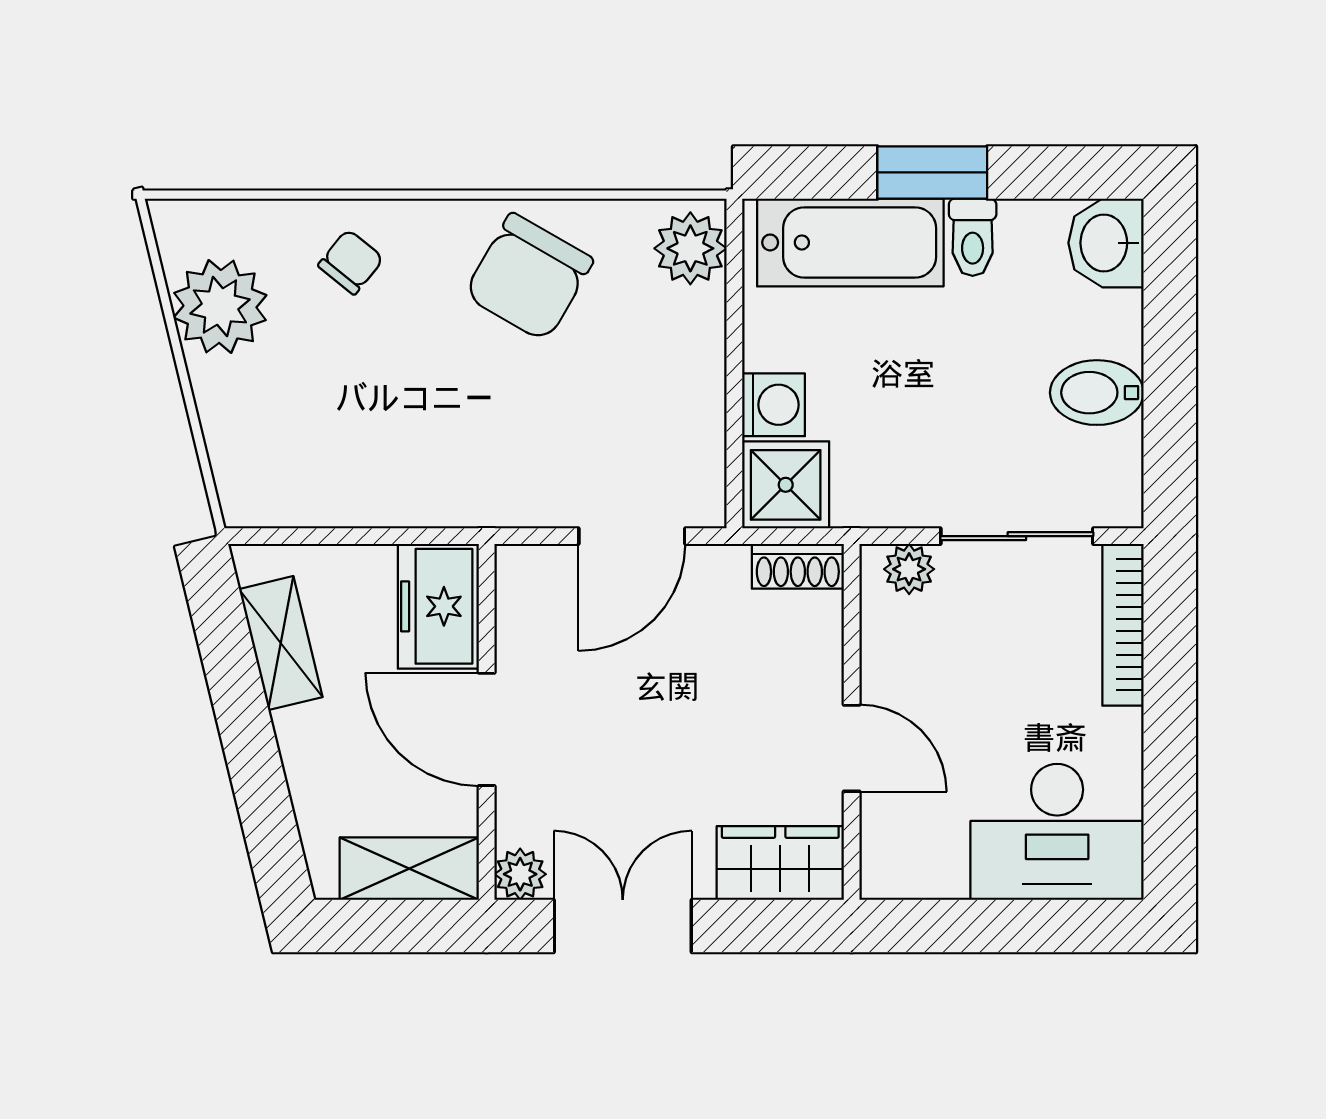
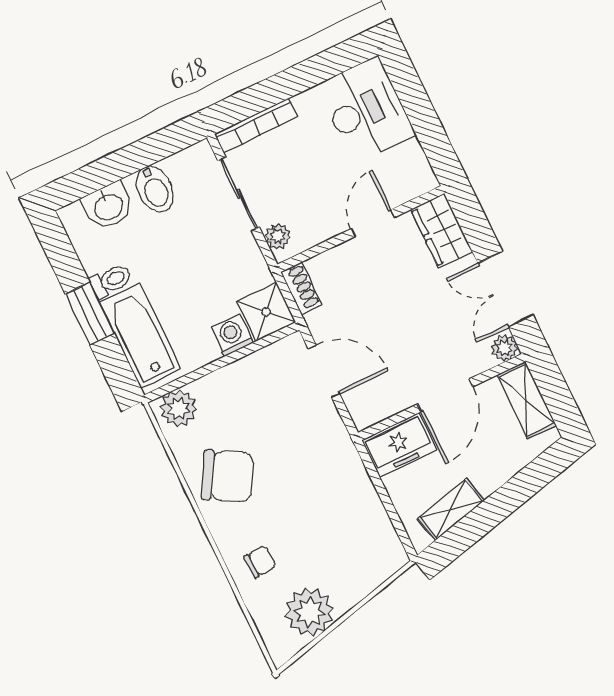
washbasin: (1106, 243) -> (108, 206), moved
chair: (351, 262) -> (260, 562), turned 139

